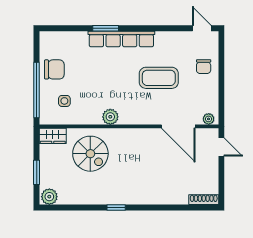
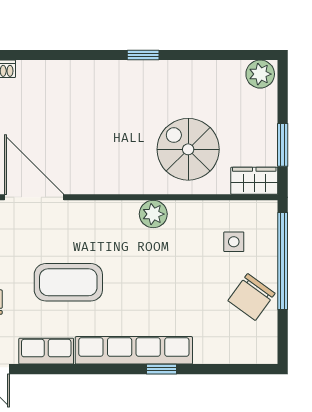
window: (106, 28) -> (162, 369), width x0.67
row of seats: (171, 39) -> (46, 351), added
chair: (54, 69) -> (251, 297), turned -54
window: (37, 172) -> (283, 145), moved

